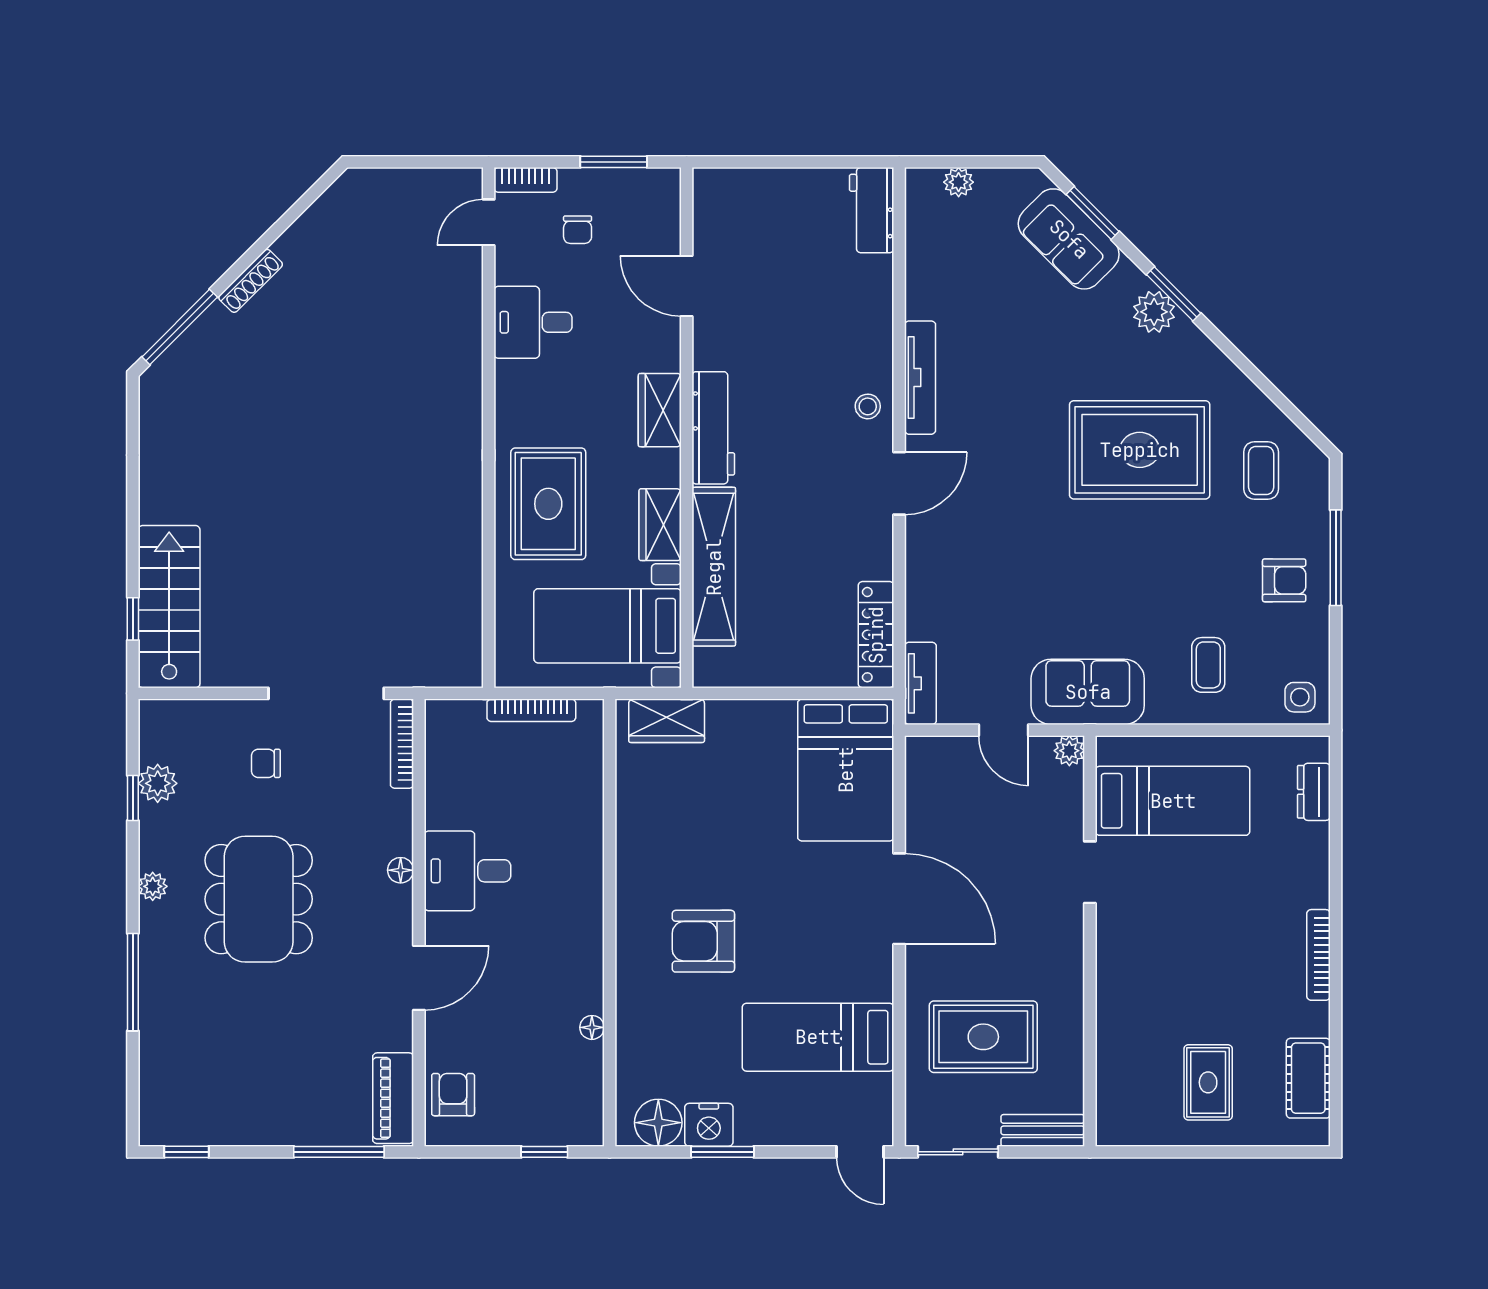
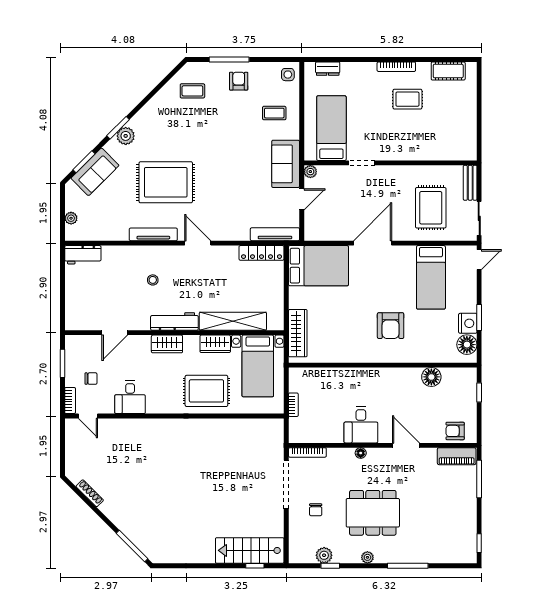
shoe rack: (251, 281) -> (90, 493), moved
stool: (868, 406) -> (153, 280), moved
rug: (1140, 450) -> (166, 182), moved, turned 90
tv unit: (920, 683) -> (275, 234), width x1.41
bookcase: (531, 710) -> (293, 405), width x0.64
wardrobe: (667, 721) -> (298, 333), width x1.50
floor lamp: (592, 1027) -> (431, 377), width x1.89, depth x1.89
rug: (1208, 1082) -> (407, 99), moved

